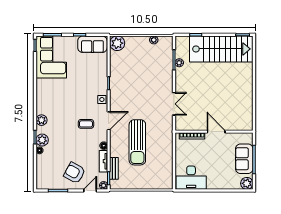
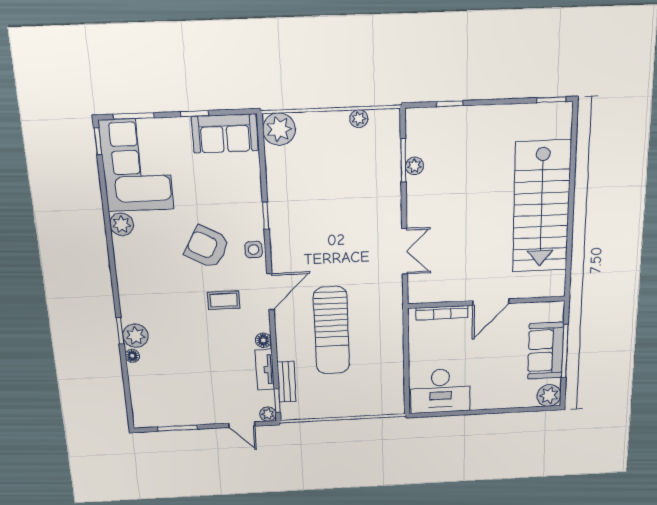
stairs: (221, 49) -> (541, 207), moved, turned 90
plant: (41, 120) -> (122, 224), moved
door: (216, 132) -> (491, 302), swing flipped
armchair: (75, 173) -> (207, 247), moved
door: (90, 191) -> (242, 425), swing flipped

